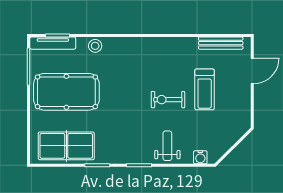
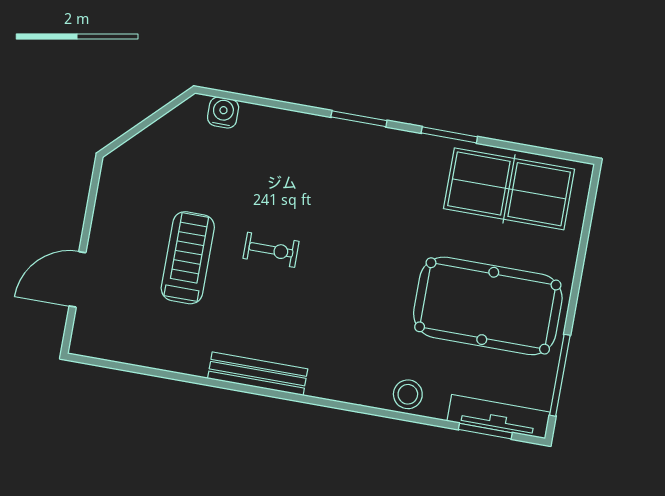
bench: (221, 43) -> (258, 374), moved
exercise bike: (168, 100) -> (271, 250), width x0.73, depth x0.72
weight bench: (167, 146) -> (290, 150), removed

